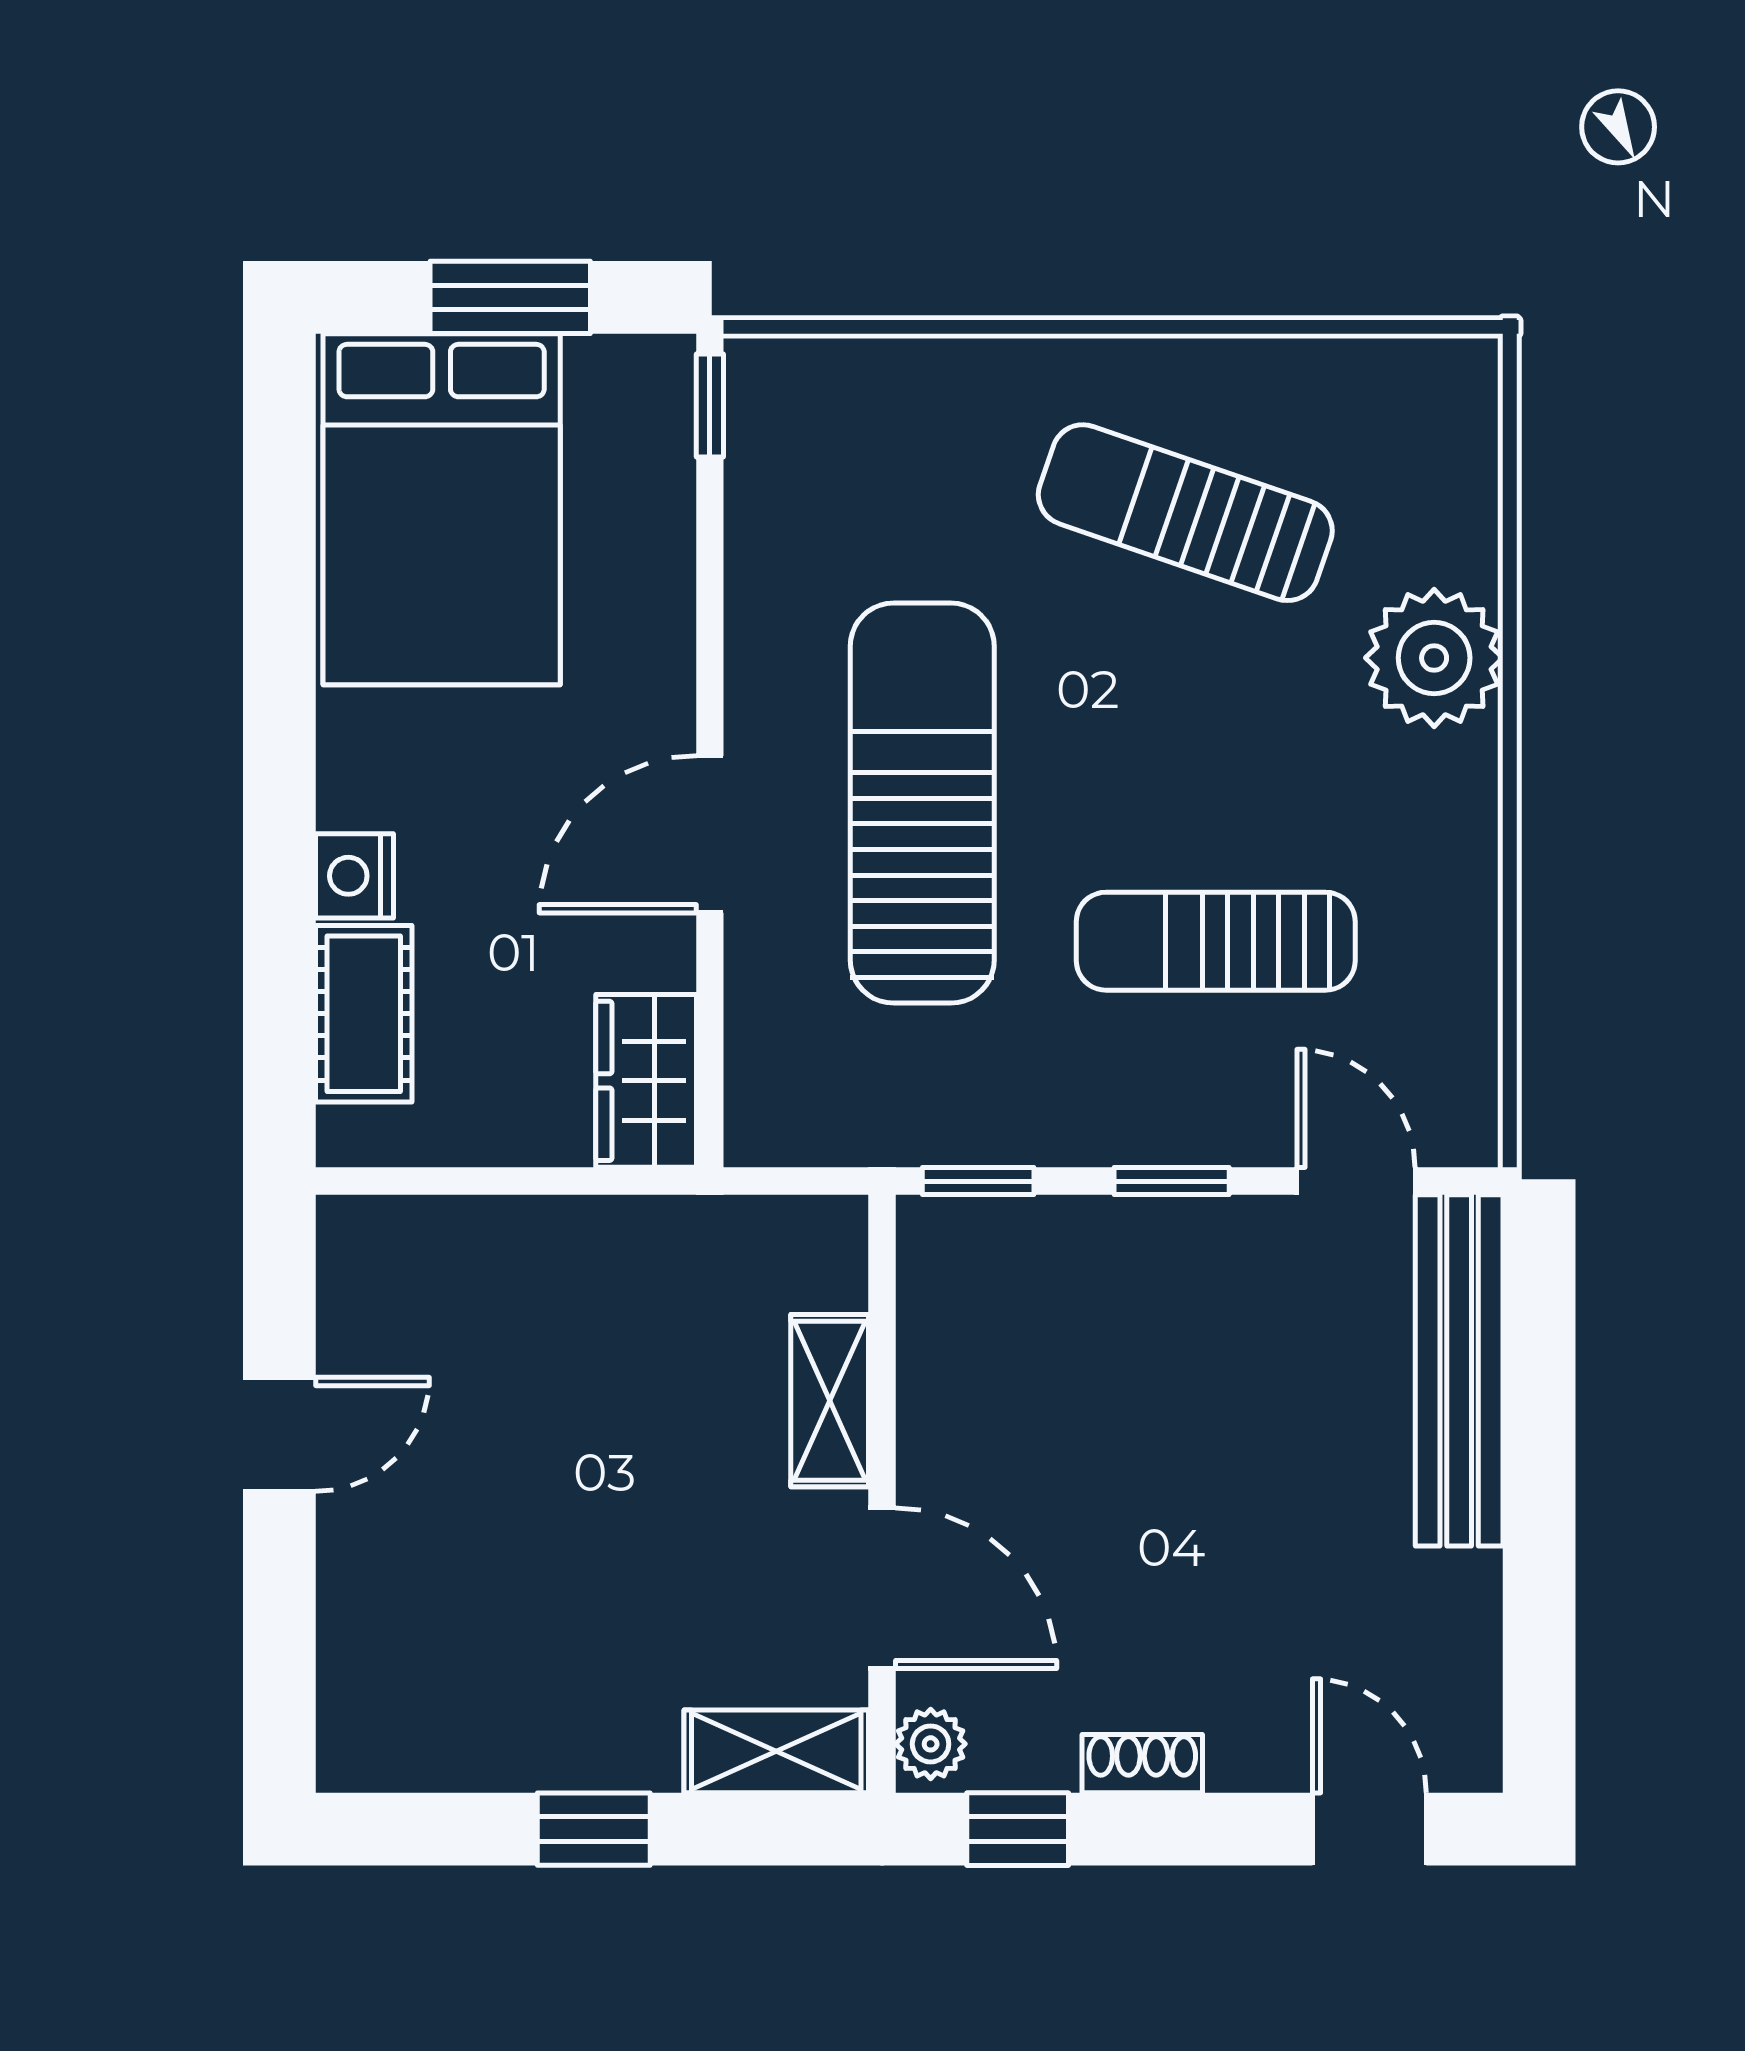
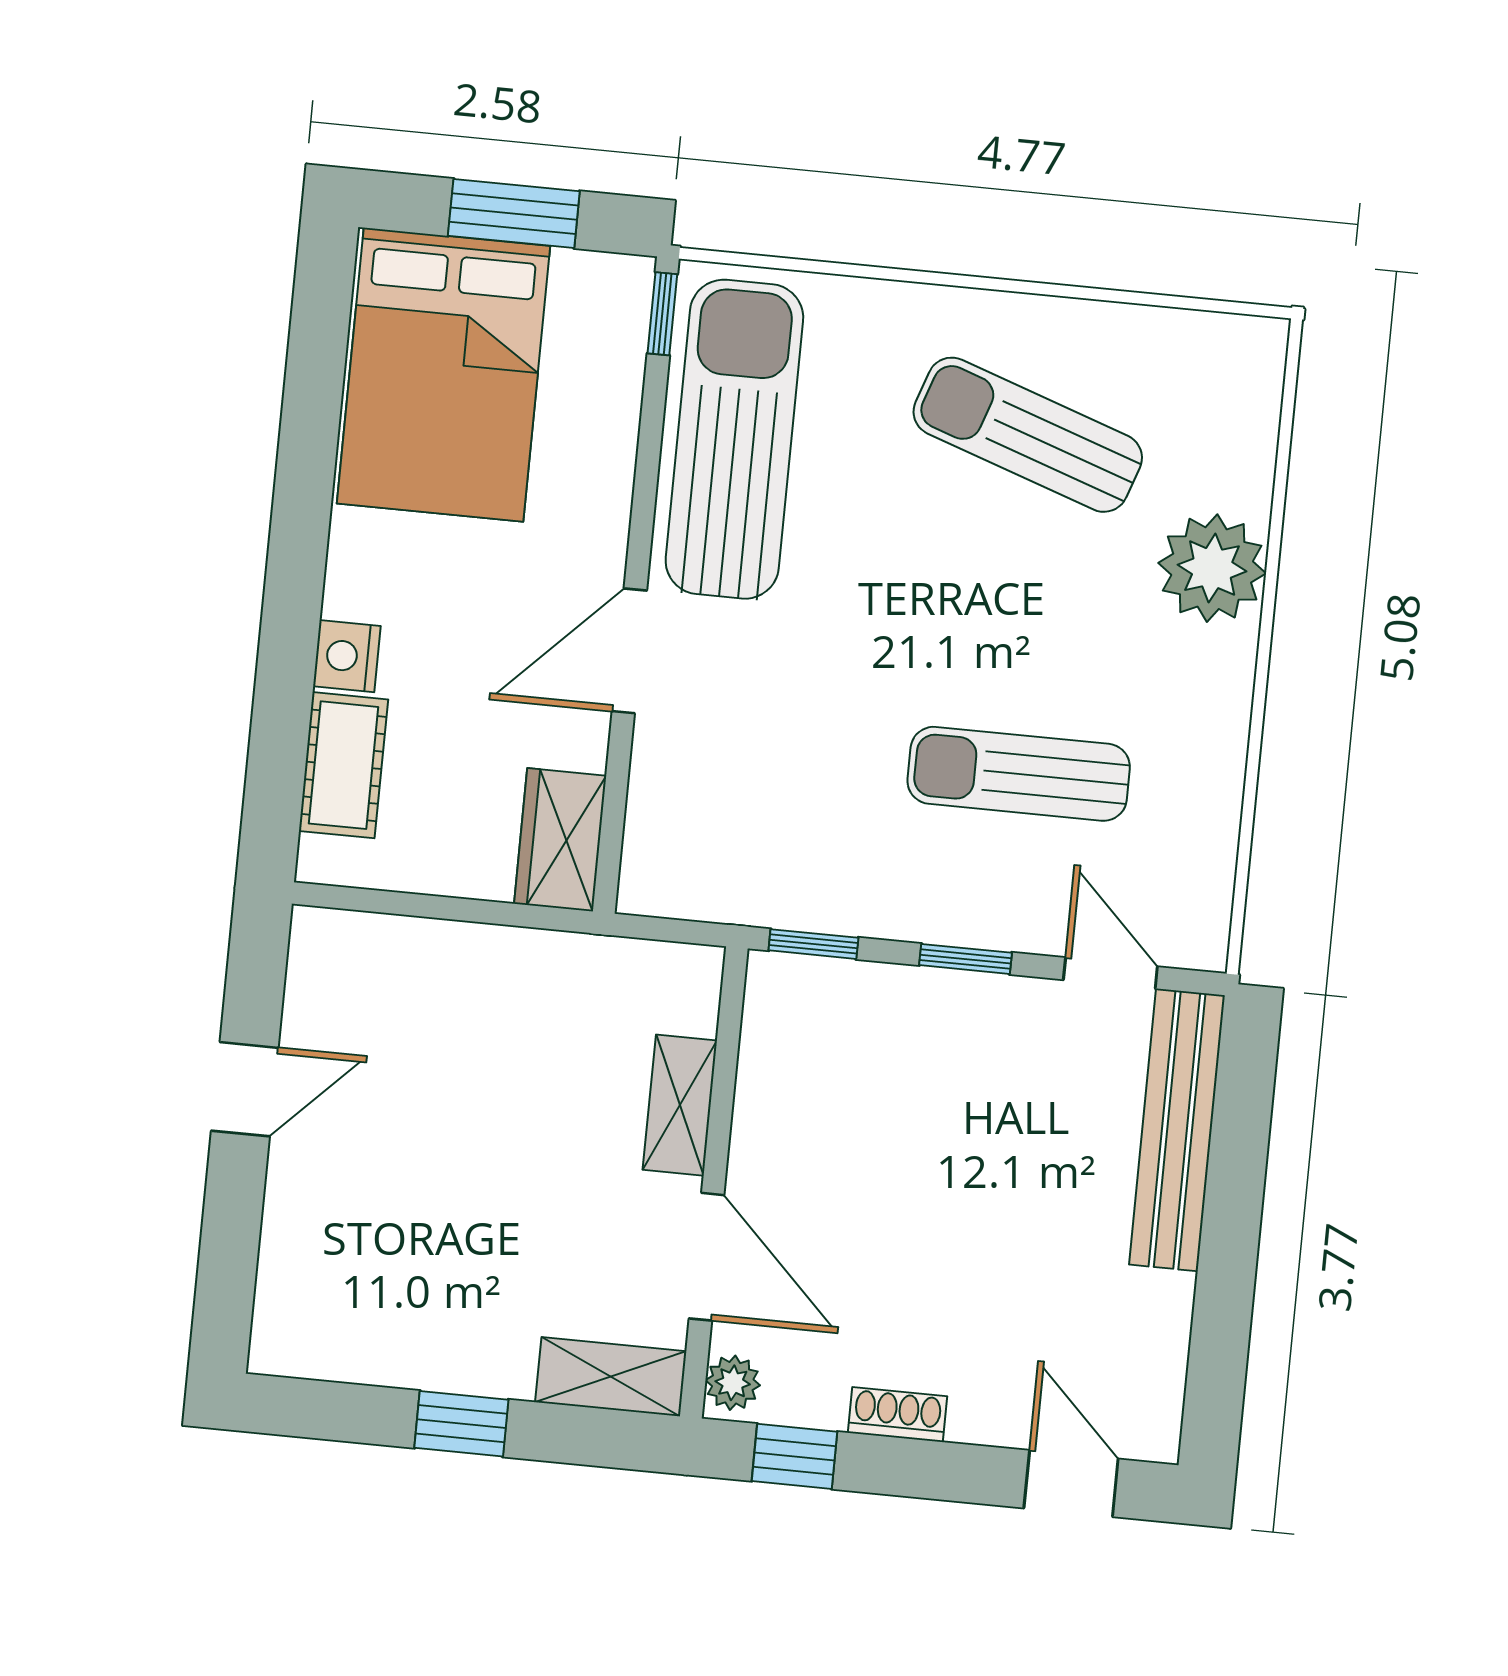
sun lounger: (922, 803) -> (734, 439), moved

